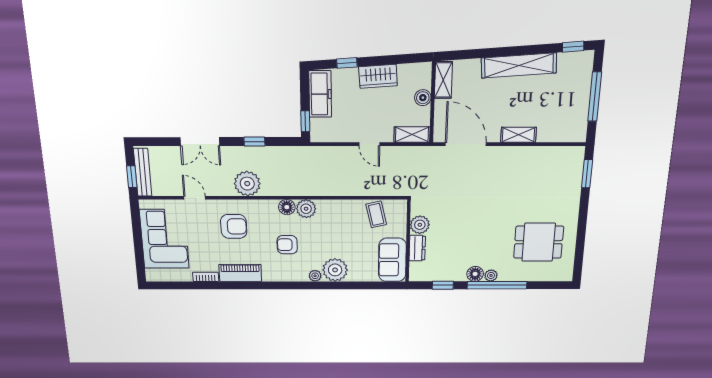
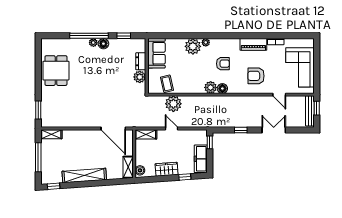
boiler: (423, 98) -> (140, 170), moved
shelving: (518, 135) -> (51, 134), moved
plant: (247, 184) -> (173, 104), moved
dining table: (539, 242) -> (56, 71), moved, turned 90

